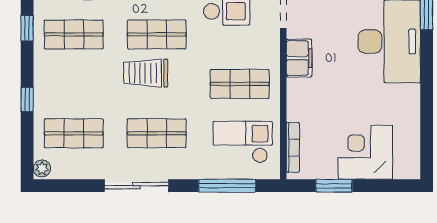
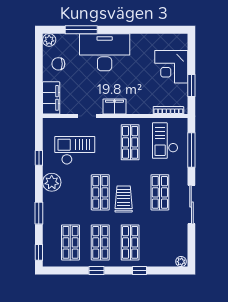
trolley: (146, 73) -> (124, 199), turned 180
shop shelf: (74, 133) -> (130, 242), moved

